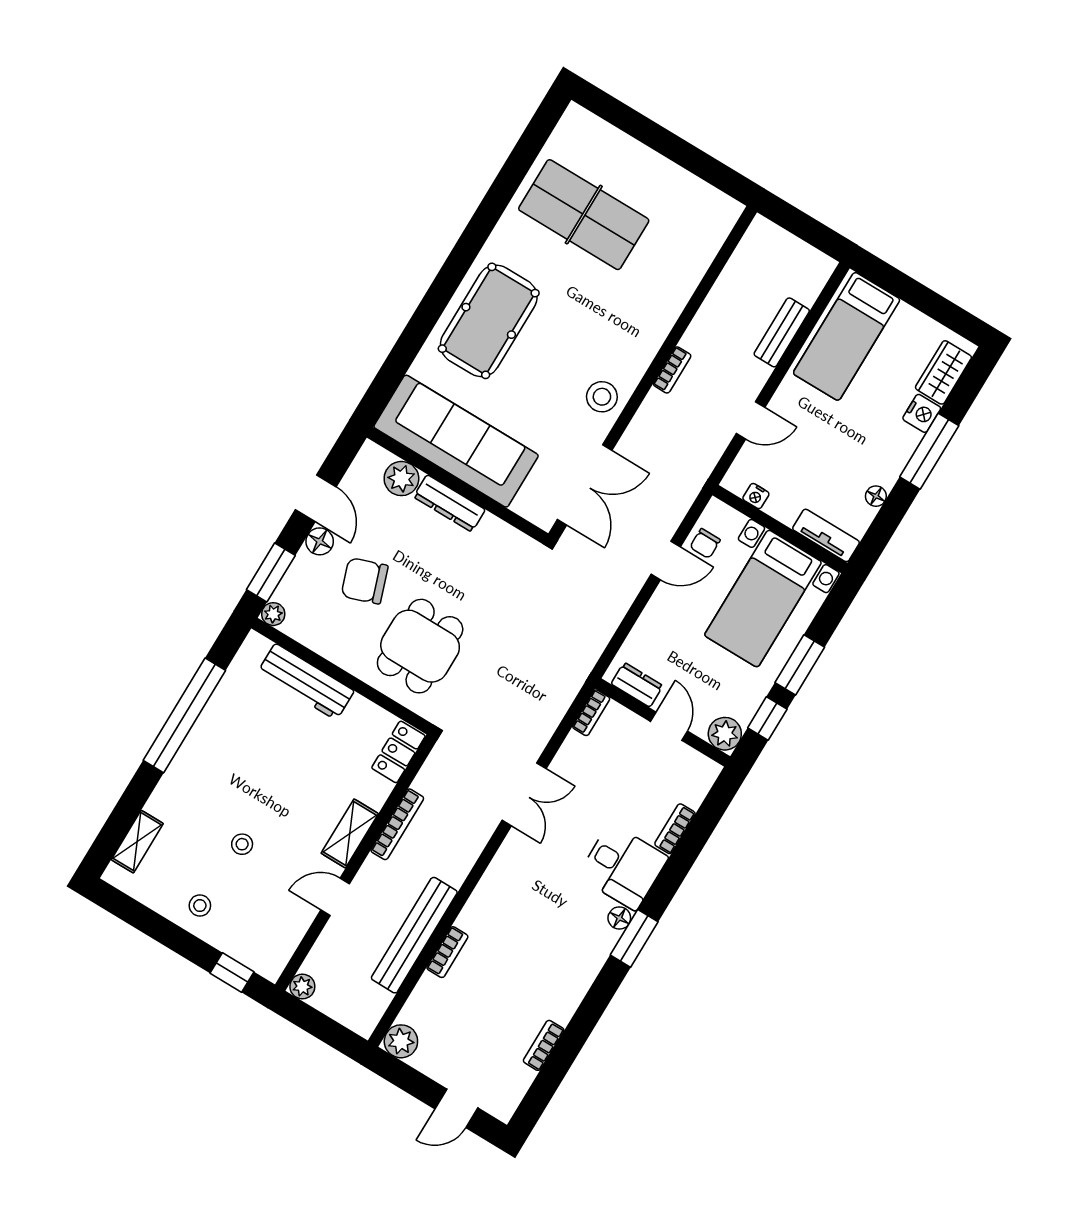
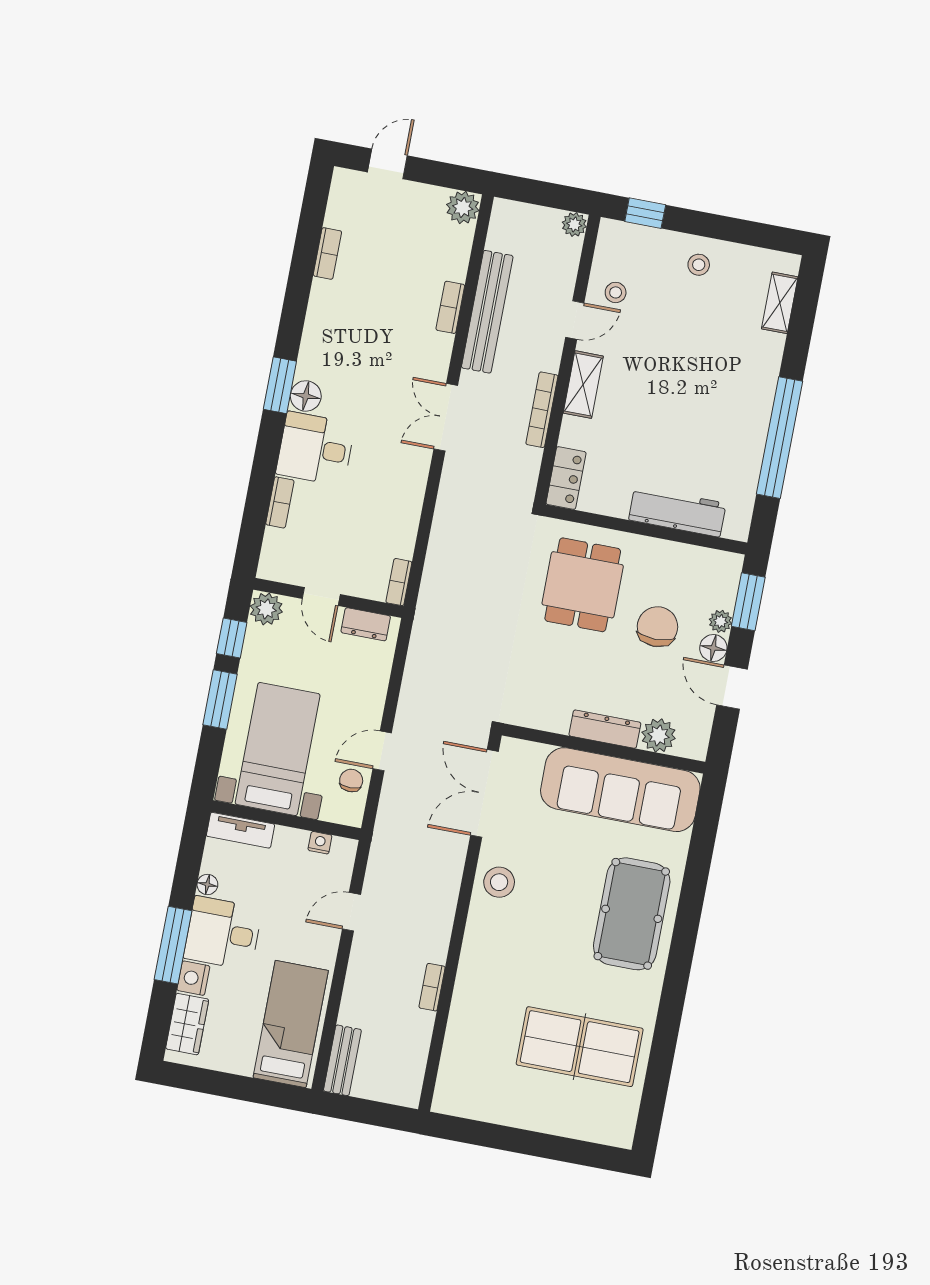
bench: (782, 332) -> (342, 1060), moved
bookcase: (672, 370) -> (432, 987), moved
desk: (878, 445) -> (223, 933), added
chair: (365, 581) -> (657, 627), turned -71
plant: (273, 614) -> (721, 621), moved
double door: (524, 794) -> (446, 417), moved
stool: (242, 844) -> (616, 292), moved
floor lamp: (619, 918) -> (306, 396), width x1.37, depth x1.37

